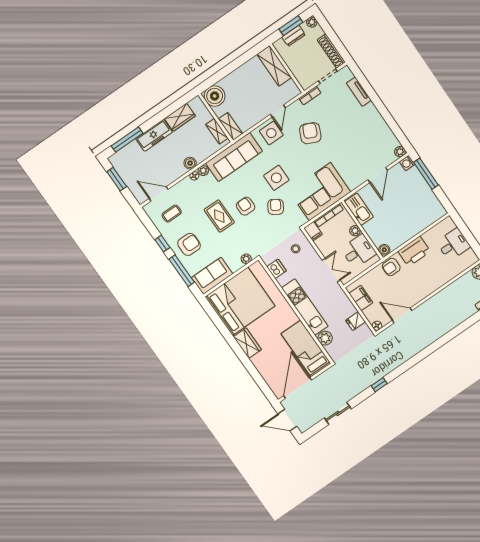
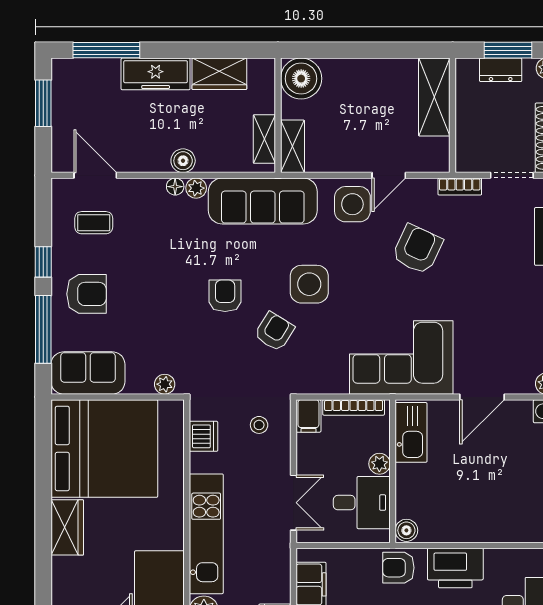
corner sofa: (320, 192) -> (401, 357), moved
rug: (219, 216) -> (170, 282), removed

